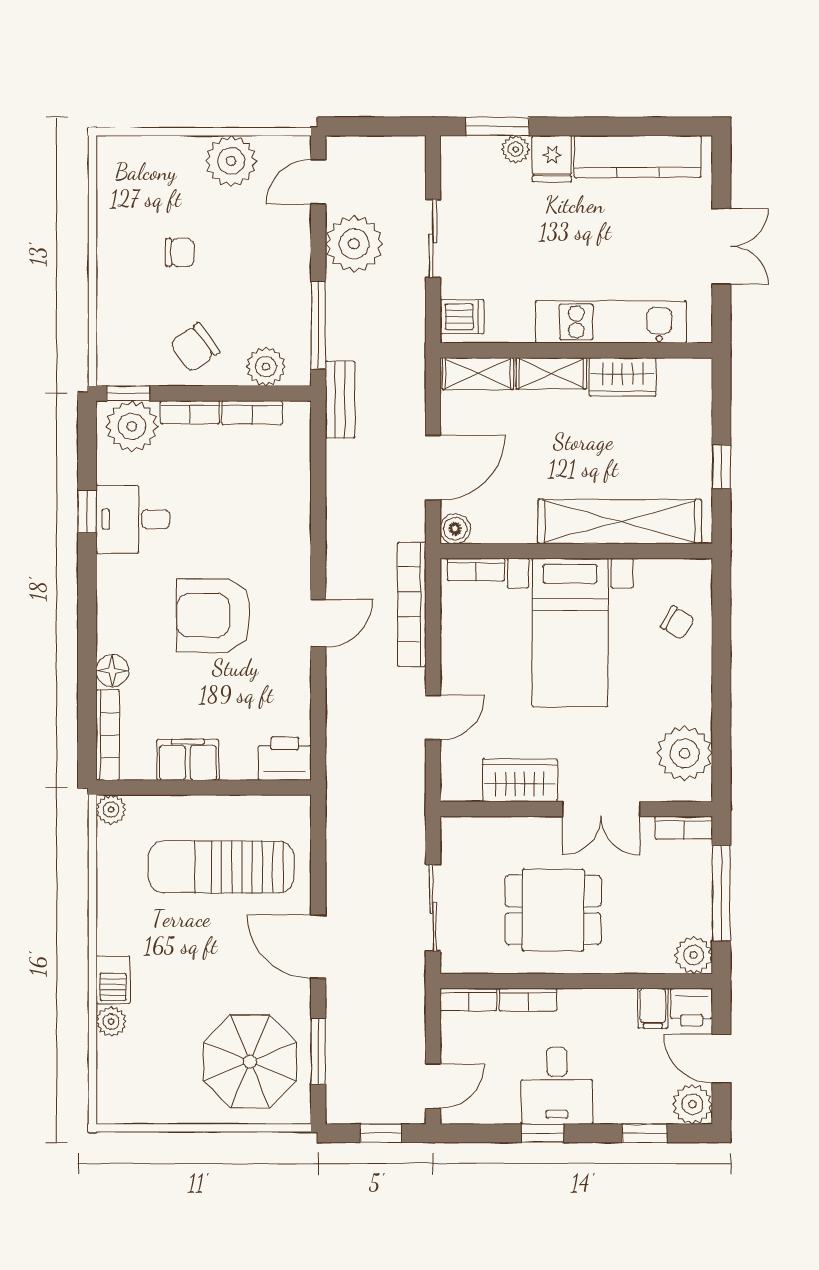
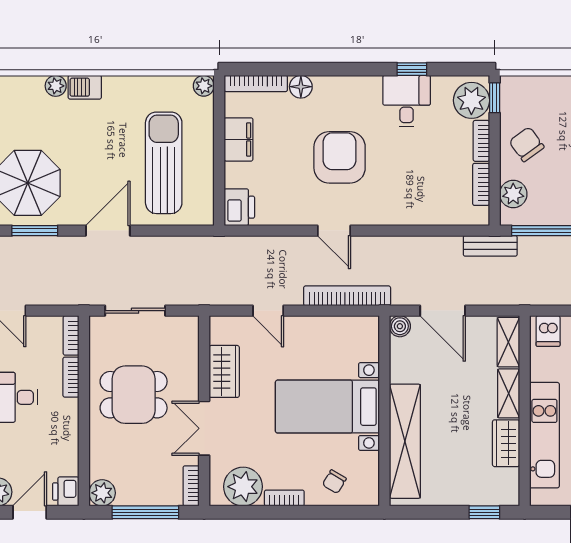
window: (721, 467) -> (484, 512), moved
bookcase: (476, 570) -> (284, 498), moved, turned 90
dining table: (553, 910) -> (134, 395), turned 90
filing cabinet: (653, 1008) -> (65, 464), removed

